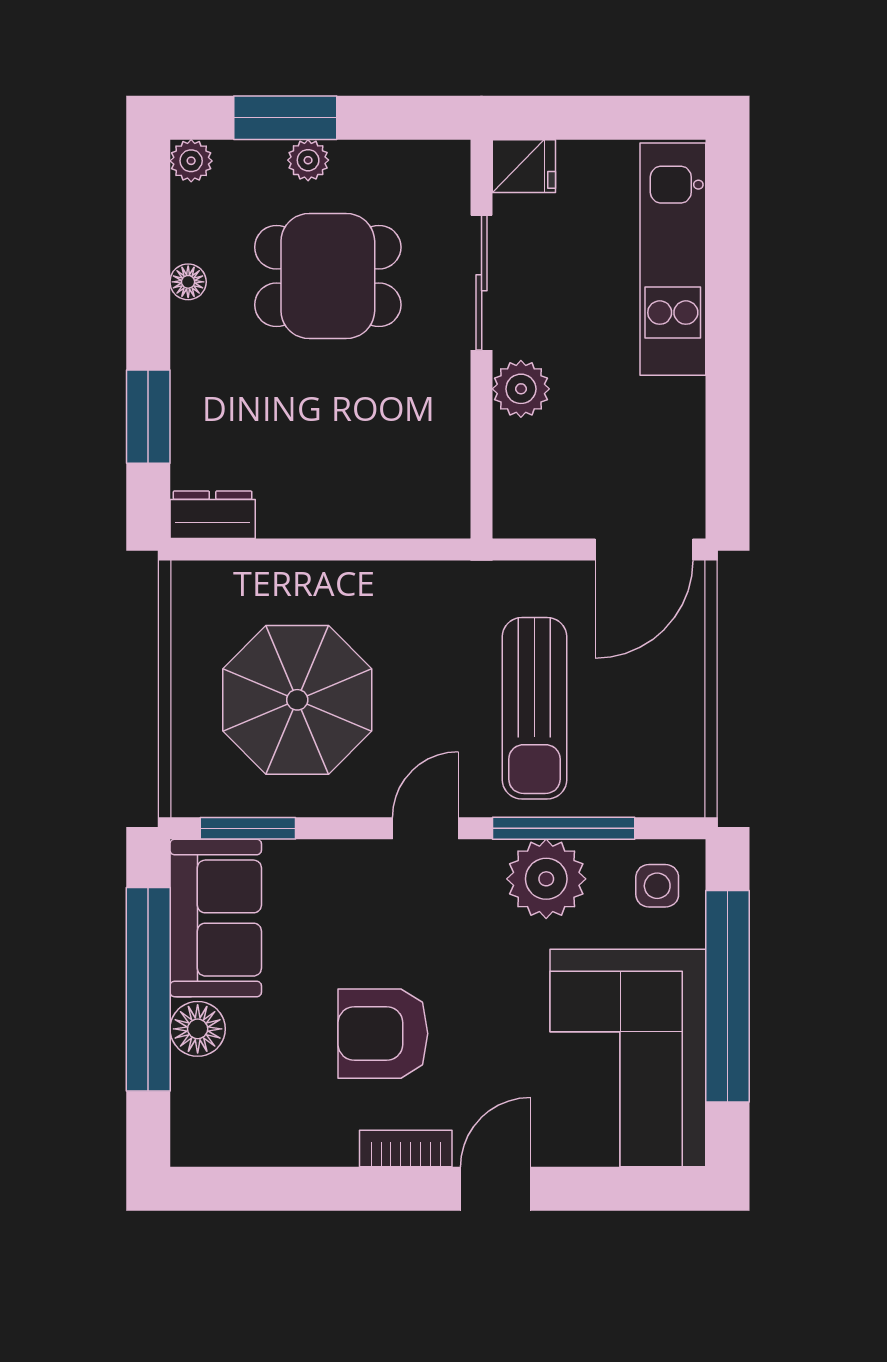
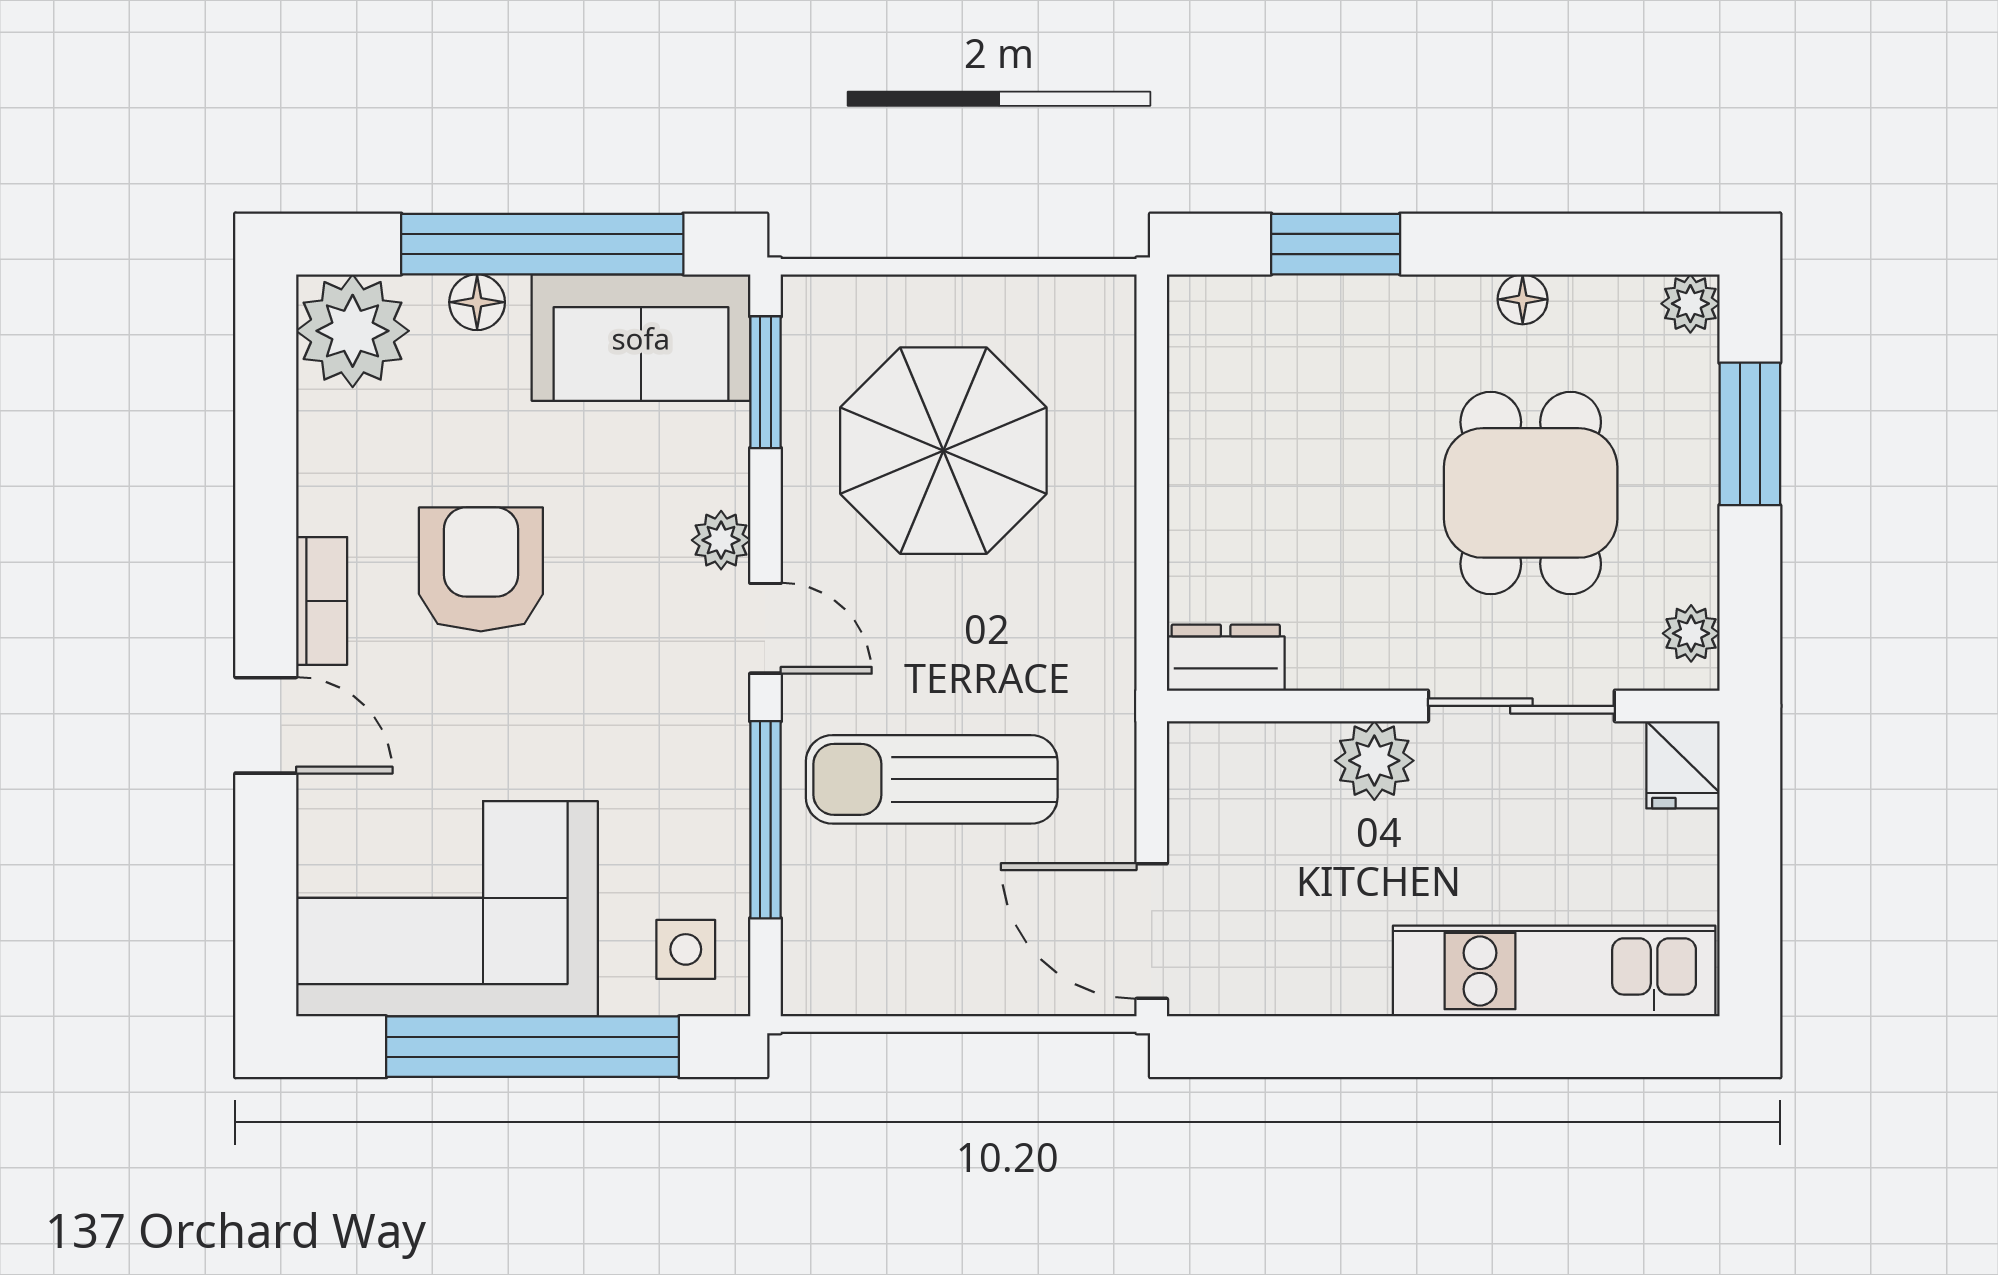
plant: (308, 160) -> (1691, 633), moved
dresser: (213, 515) -> (1226, 658), moved, turned -90
plant: (546, 879) -> (721, 540), moved, width x0.53, depth x0.53
floor lamp: (198, 1029) -> (477, 302), width x0.73, depth x0.73
plant: (211, 1126) -> (353, 331), added

